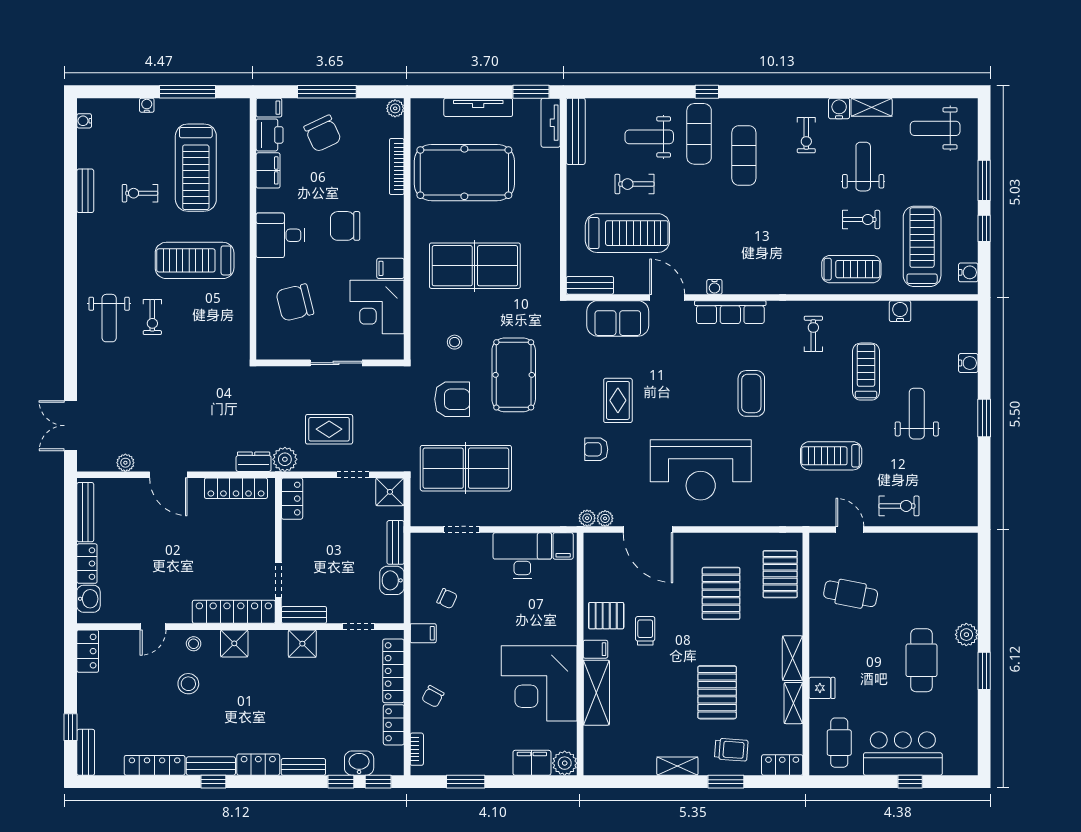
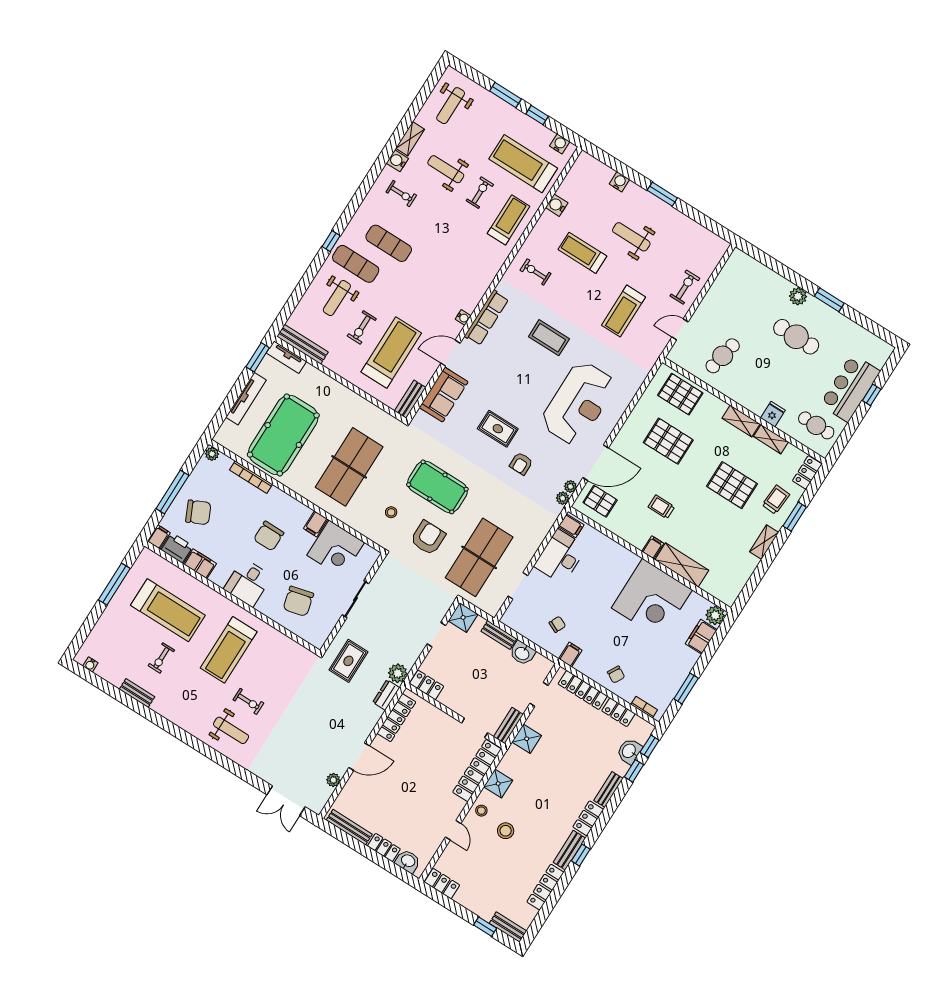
water cooler: (147, 105) -> (106, 617), removed
rug: (329, 429) -> (348, 661), moved
pallet: (606, 616) -> (600, 501), moved, turned 90

